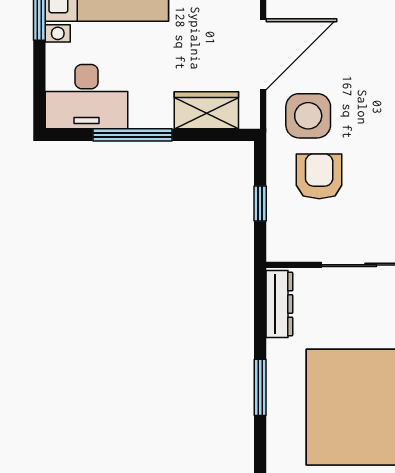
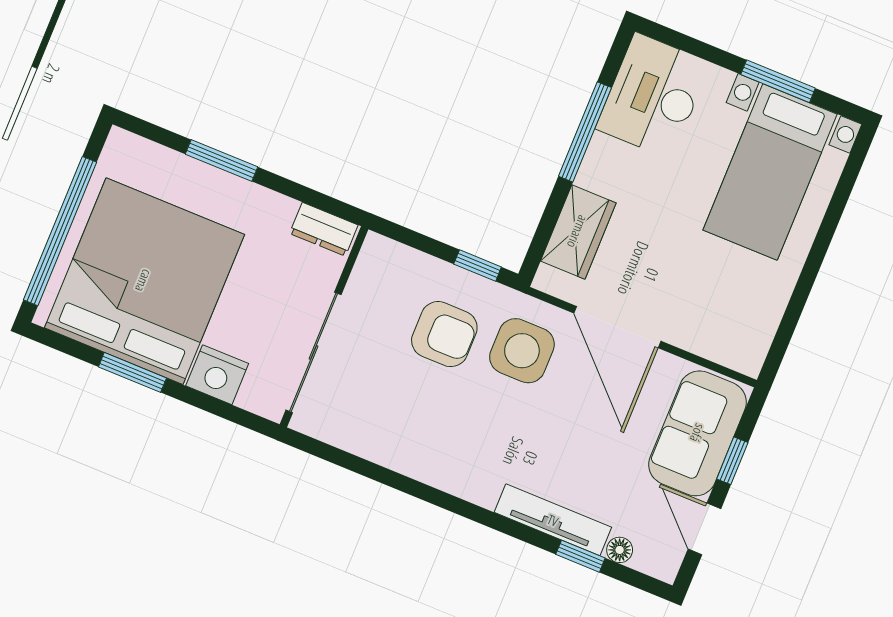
window: (260, 203) -> (478, 266), moved
dresser: (279, 304) -> (324, 229), width x0.70

